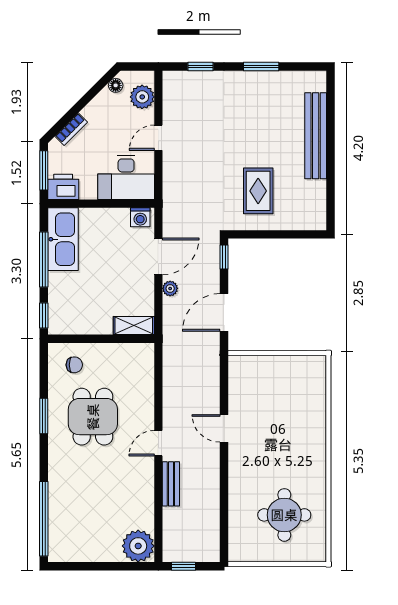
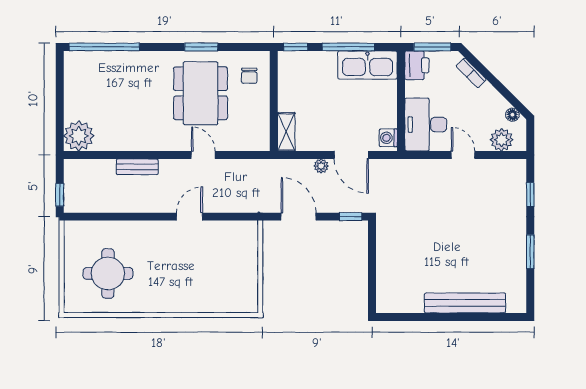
rug: (258, 191) -> (413, 249), removed
dining table: (93, 417) -> (200, 93), width x1.38
door: (158, 443) -> (203, 155), moved
window: (183, 566) -> (60, 195), moved

